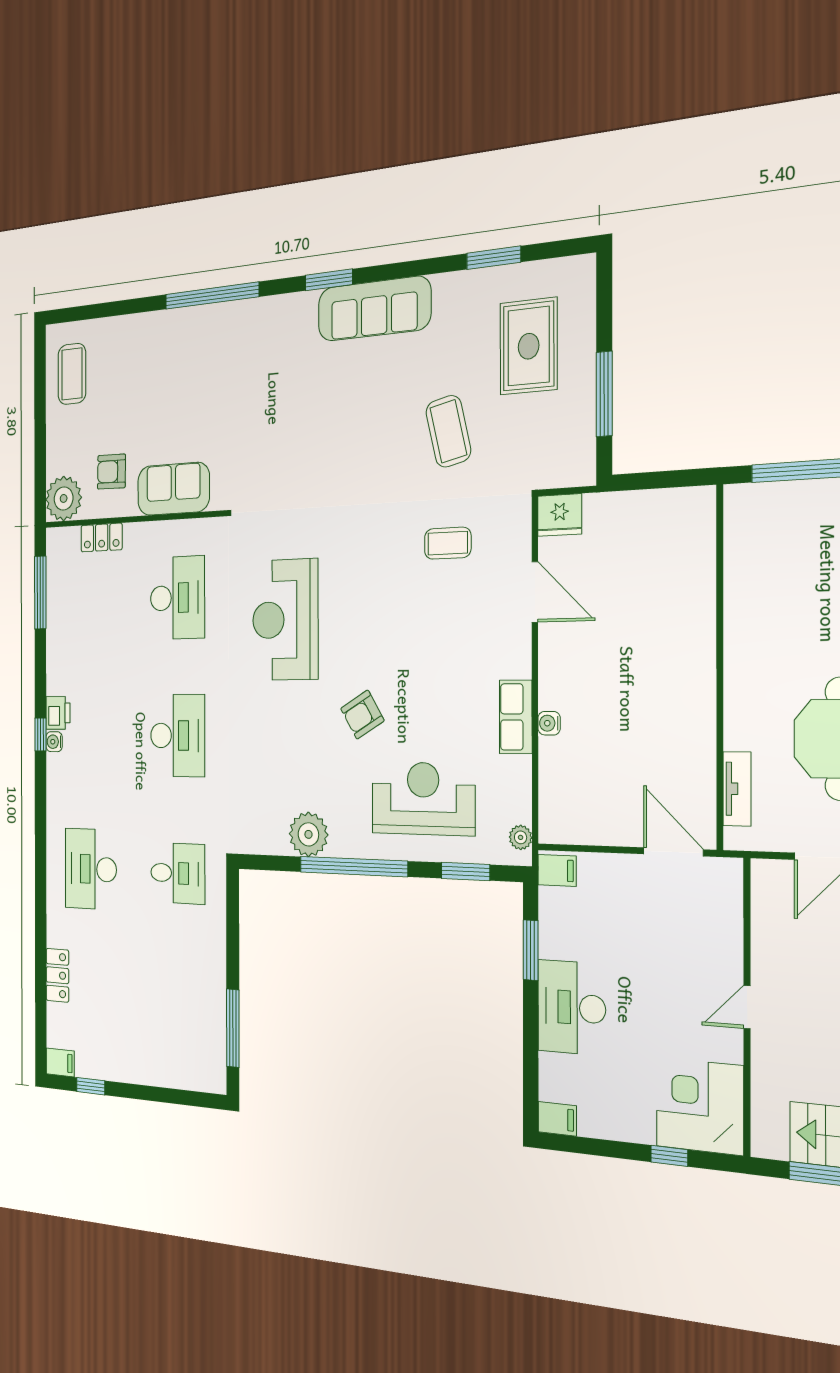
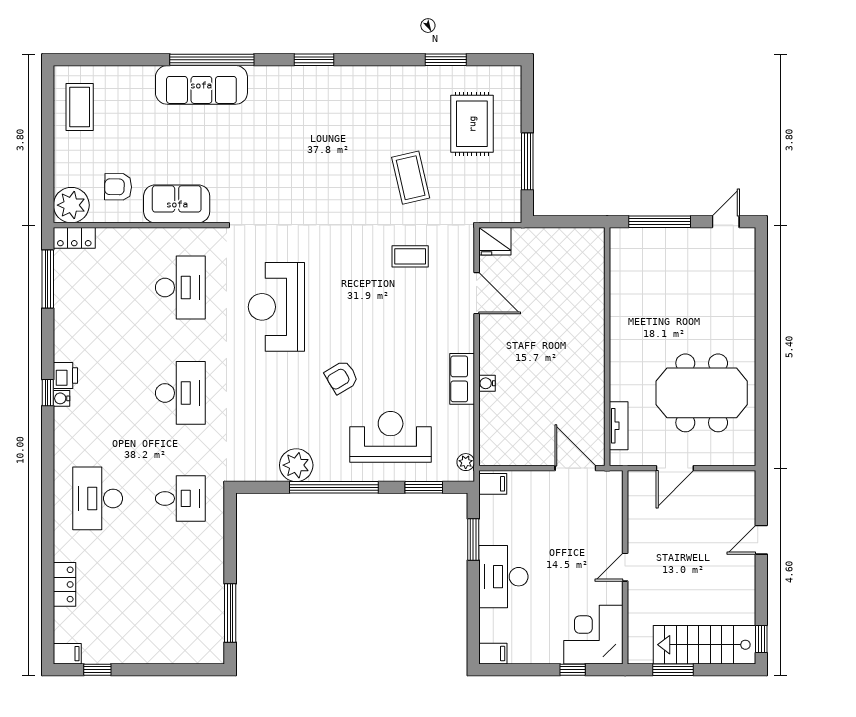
sofa: (374, 309) -> (201, 85), moved
locker: (102, 538) -> (74, 238), moved

